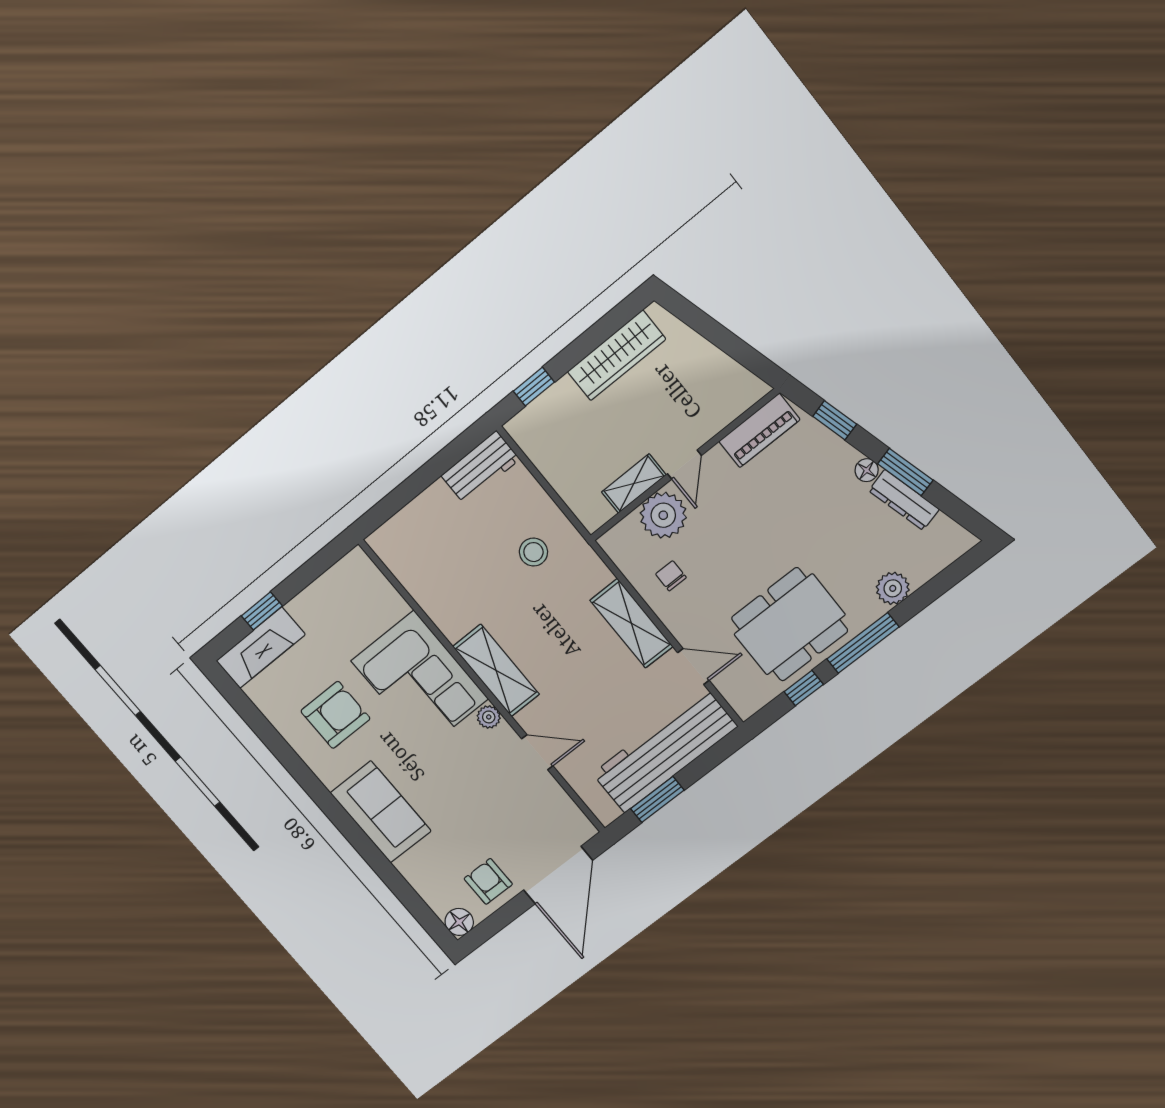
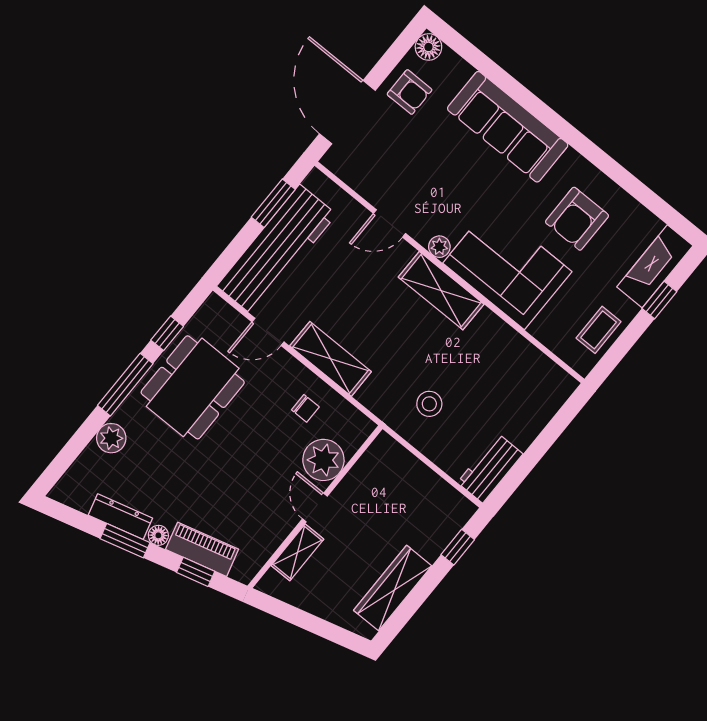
piano: (759, 430) -> (202, 549), moved, turned 75
shelving: (634, 483) -> (297, 552), moved
coffee table: (333, 593) -> (599, 330), added
sofa: (381, 812) -> (508, 127), width x1.36

